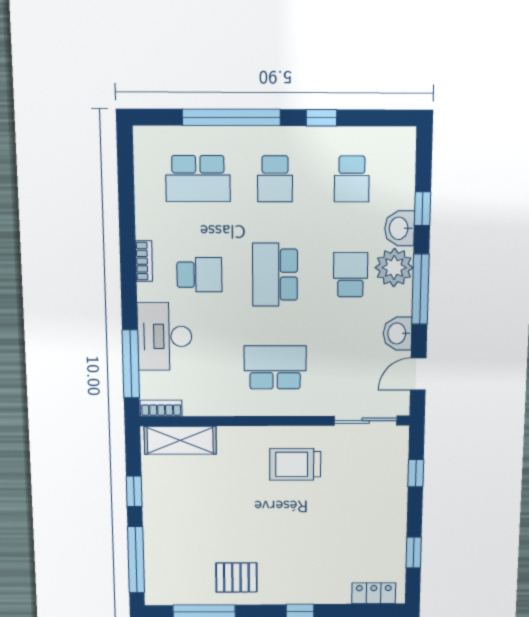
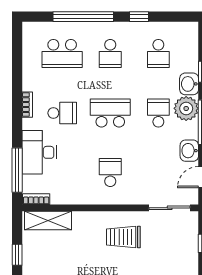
school desk: (275, 275) -> (110, 113), turned 90
school desk: (275, 367) -> (110, 173), width x0.54

